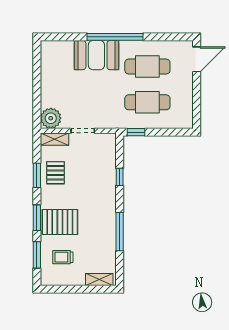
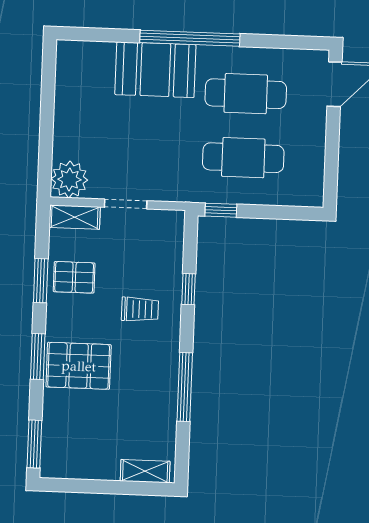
pallet: (56, 173) -> (74, 277), turned 90
window: (37, 255) -> (34, 444), moved
trolley: (63, 257) -> (140, 309), moved, turned 180

